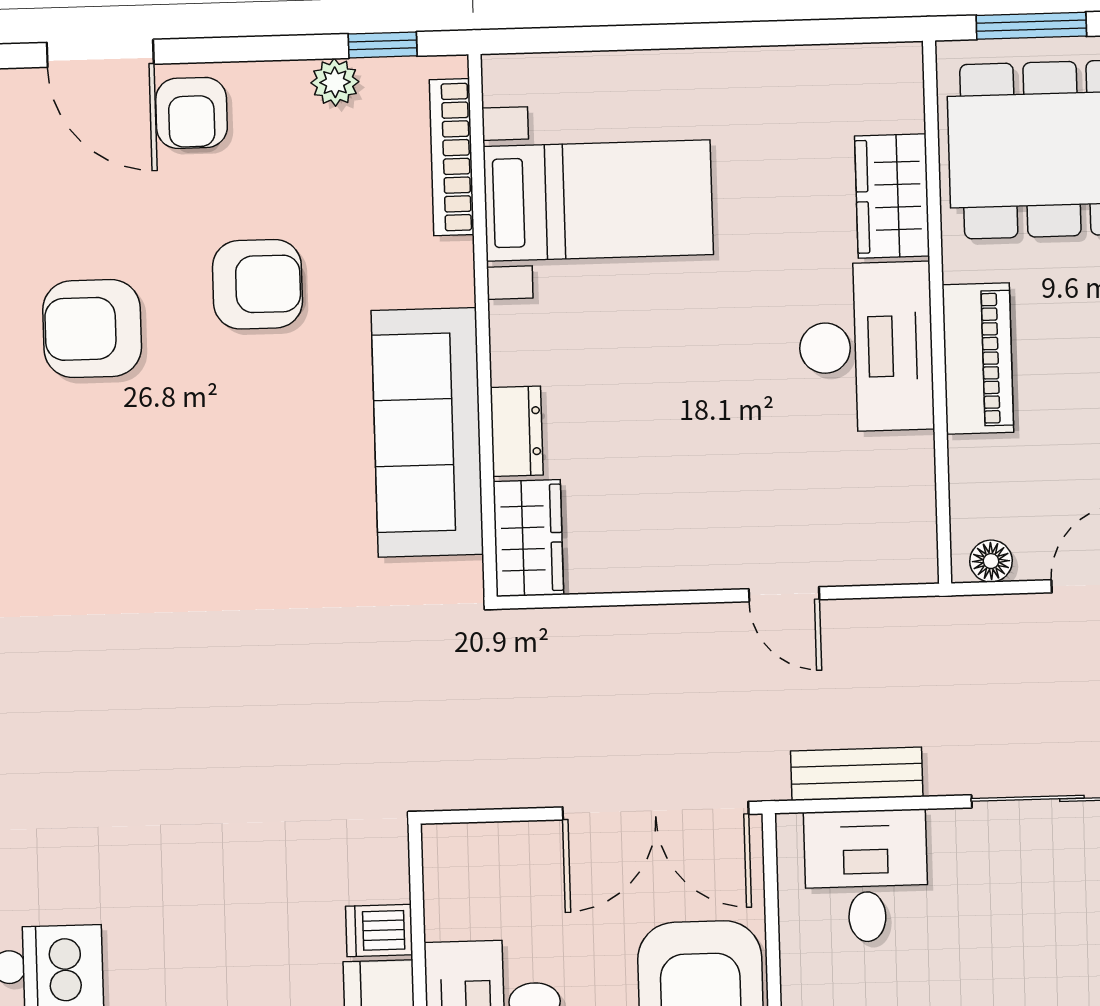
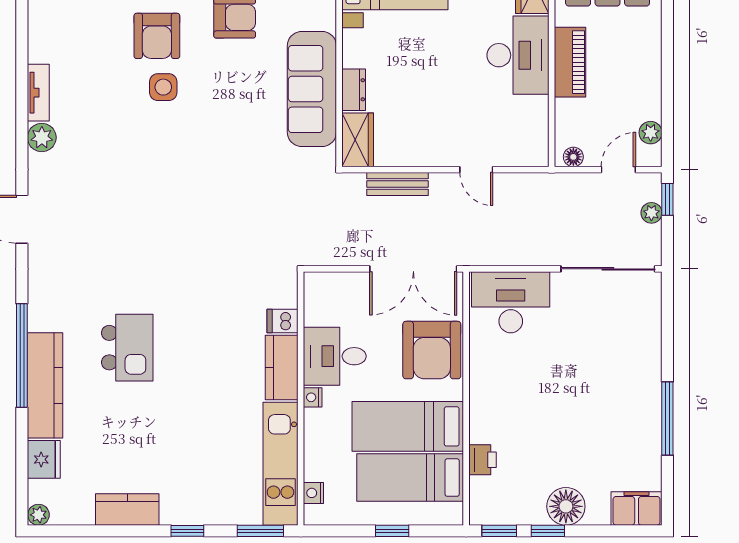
armchair: (92, 329) -> (157, 36), turned -90
side table: (109, 438) -> (163, 87), added
bench: (857, 774) -> (397, 184), moved
desk: (866, 876) -> (511, 302), width x1.37

